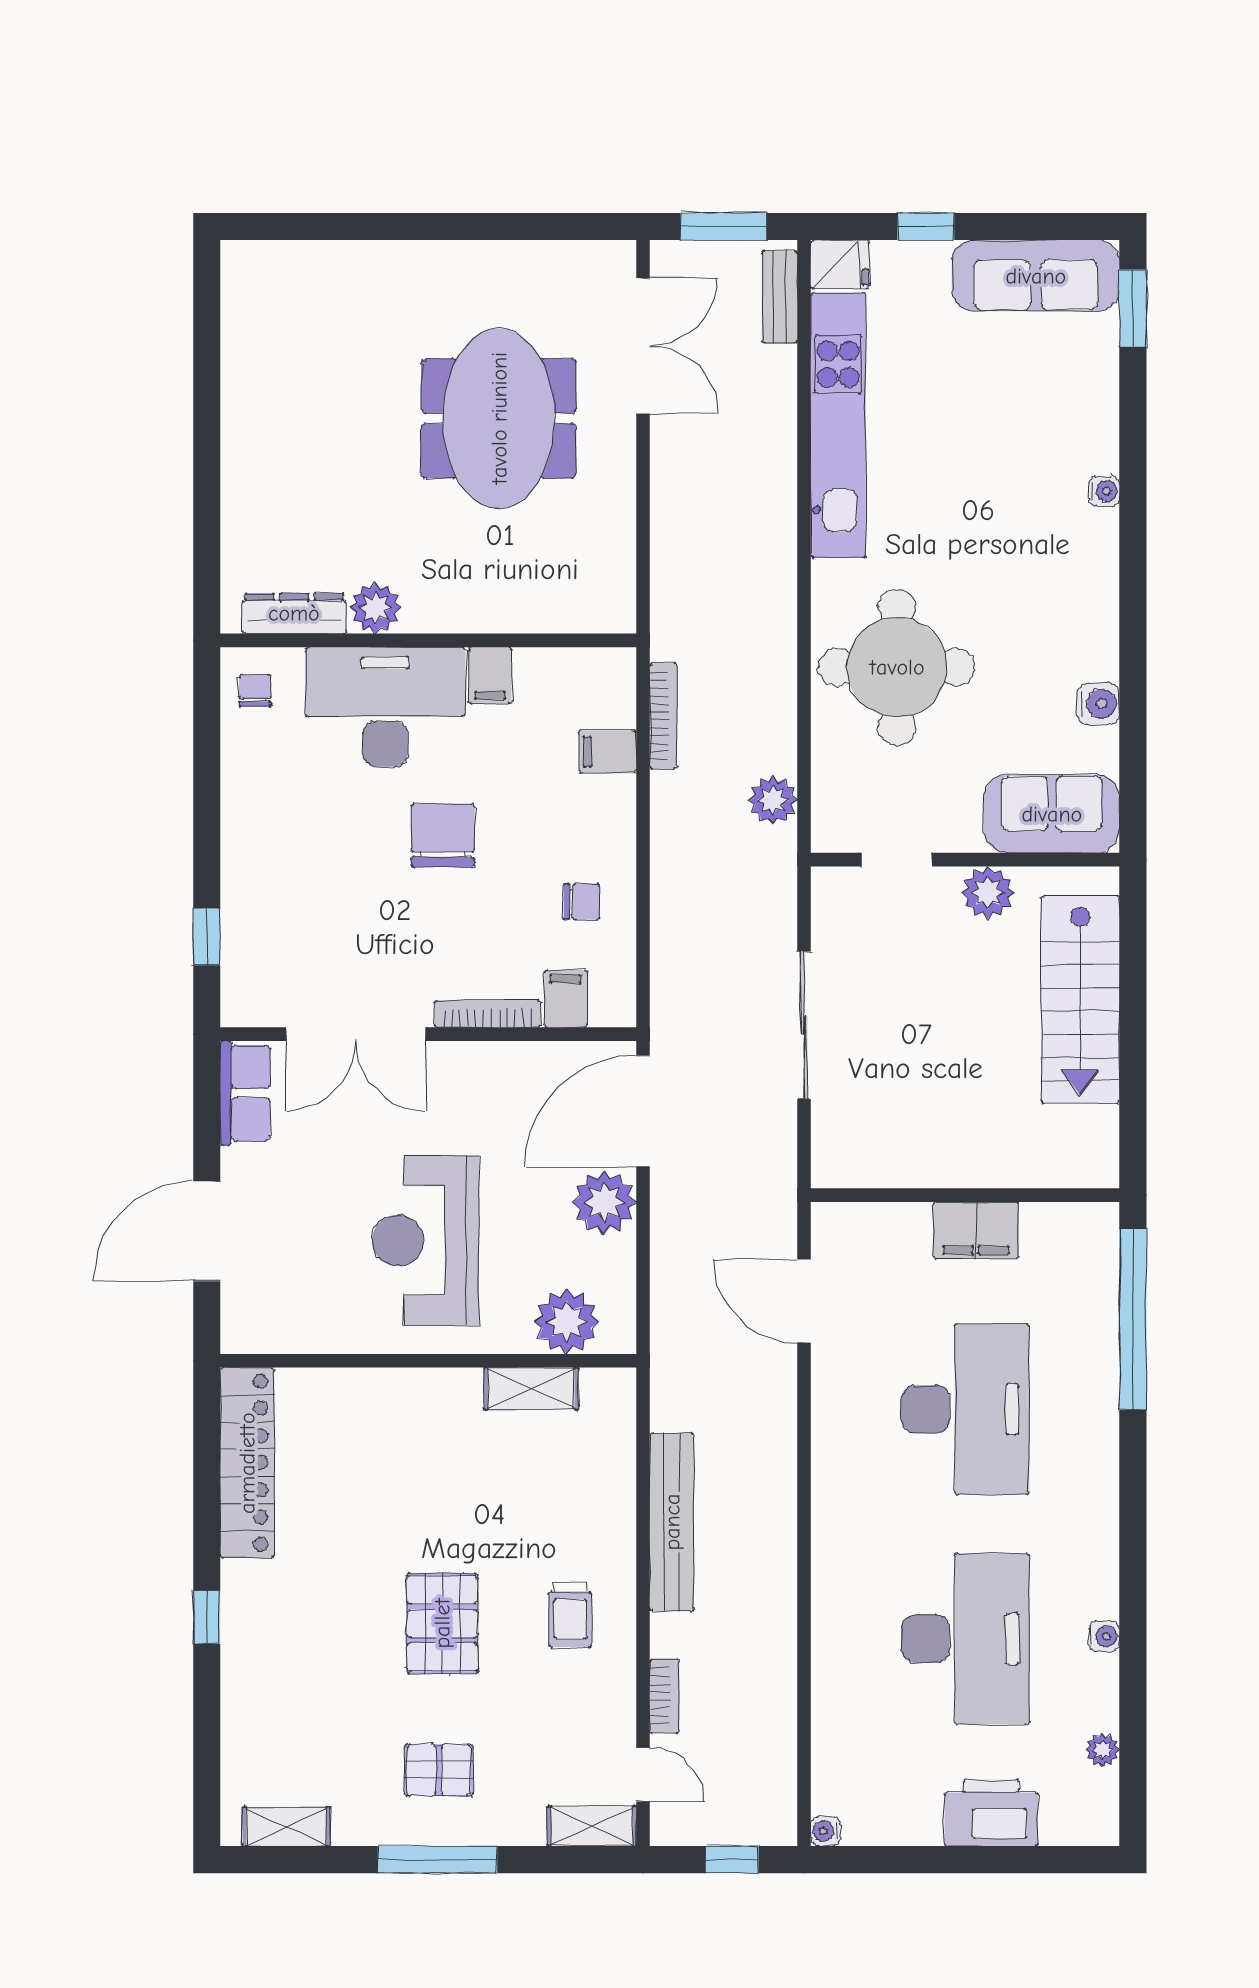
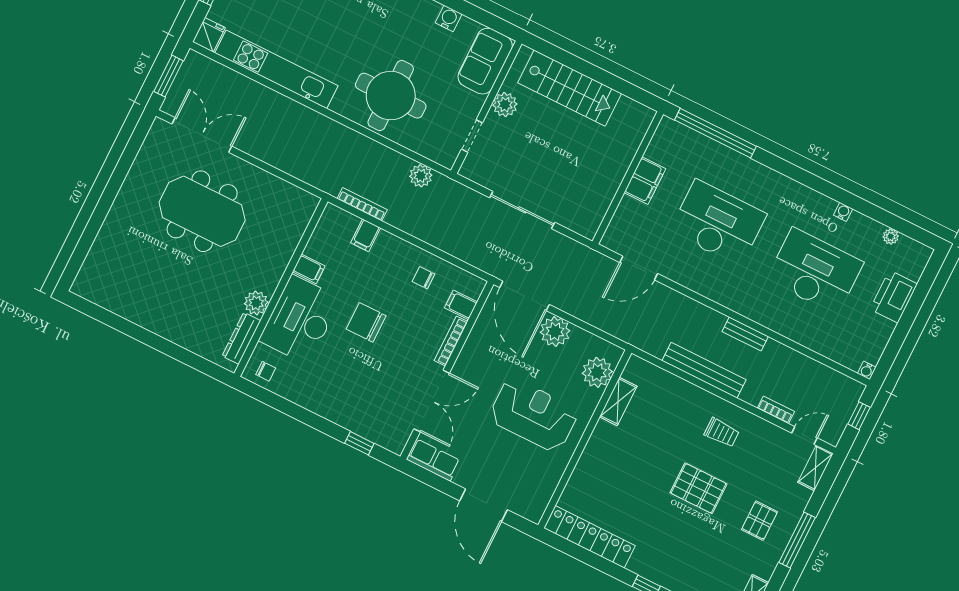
bench: (780, 297) -> (745, 334), moved
chair: (255, 691) -> (266, 371), turned 180
chair: (582, 902) -> (423, 278), turned -90
reception desk: (426, 1240) -> (533, 415), turned 180

